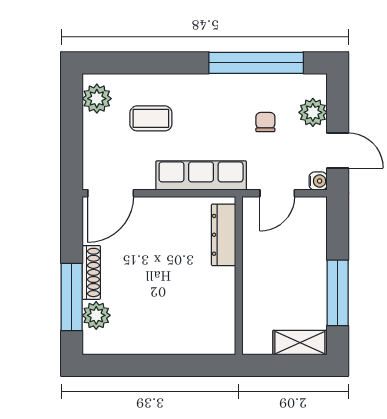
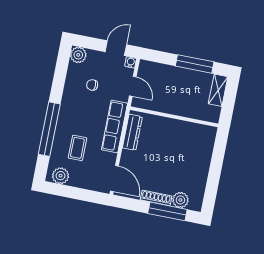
window: (256, 63) -> (49, 129), moved
plant: (313, 112) -> (78, 55), moved
dresser: (223, 235) -> (132, 132), moved, turned -90

